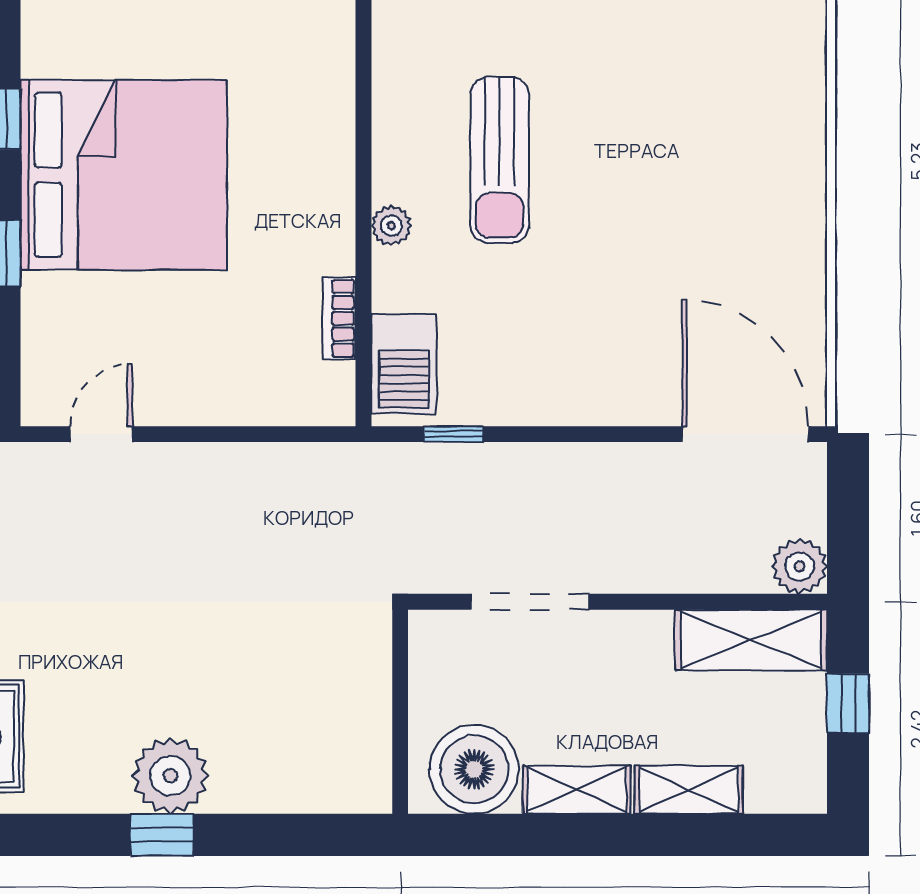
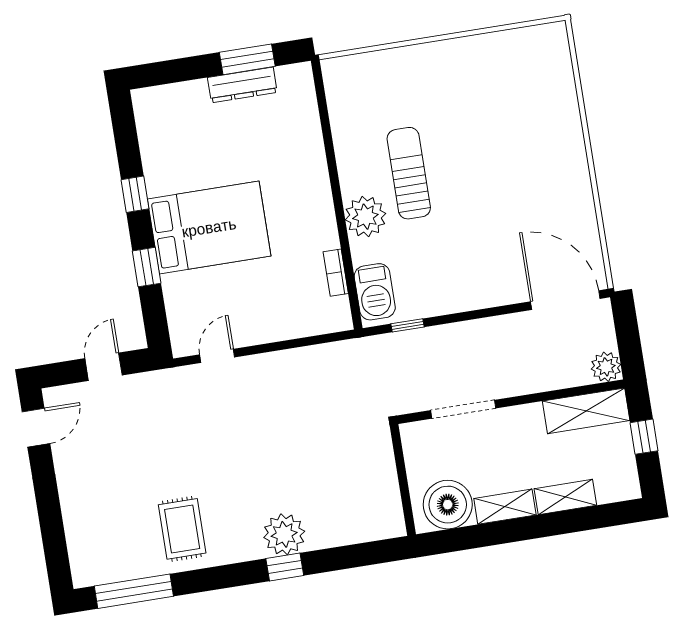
sun lounger: (500, 160) -> (409, 173), turned 180
bed: (124, 175) -> (209, 228), width x0.73
plant: (391, 226) -> (365, 217), width x1.88, depth x1.88

